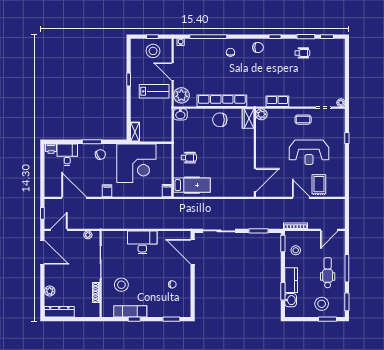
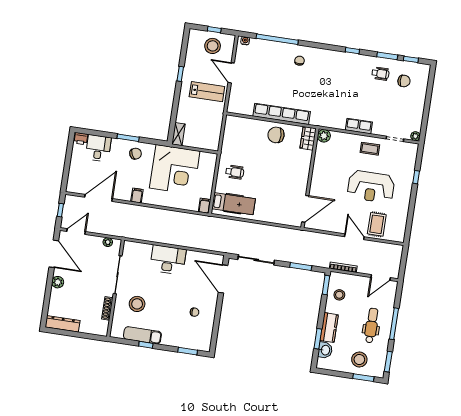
chair: (258, 47) -> (404, 81), moved
plant: (181, 95) -> (237, 101), removed
row of seats: (277, 101) -> (359, 126), moved
washbasin: (180, 114) -> (233, 122), removed
door: (74, 198) -> (99, 198), hinge flipped
plant: (50, 291) -> (58, 282), moved

